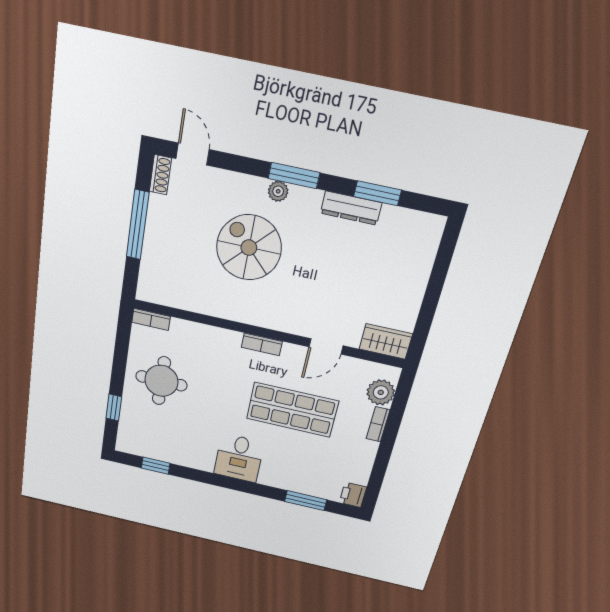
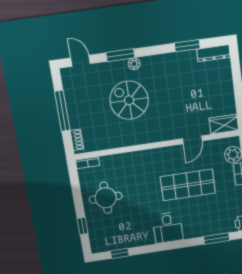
shoe rack: (160, 175) -> (77, 140), moved
window: (294, 176) -> (120, 55), moved
dresser: (351, 208) -> (213, 53), moved
bookcase: (262, 344) -> (156, 153), removed

